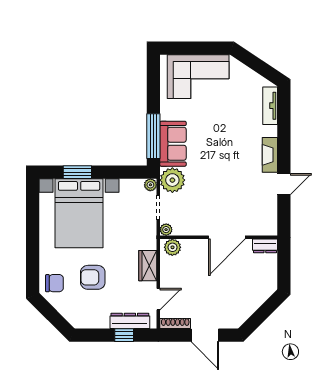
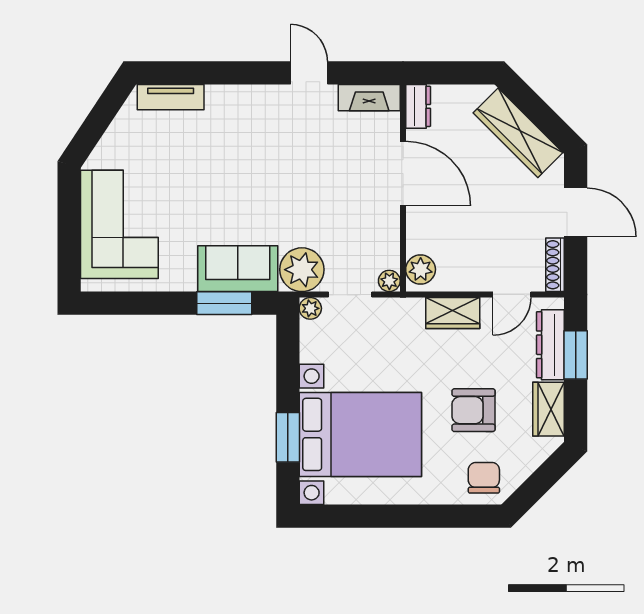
window: (153, 136) -> (224, 303), width x0.69
fireplace: (270, 155) -> (369, 98), moved
armchair: (93, 277) -> (474, 410), turned 90
door: (158, 299) -> (512, 295), swing flipped
wardrobe: (250, 303) -> (518, 133), added
wardrobe: (93, 320) -> (548, 409), added
window: (124, 335) -> (576, 355), width x1.50
door: (205, 335) -> (576, 212), hinge flipped

